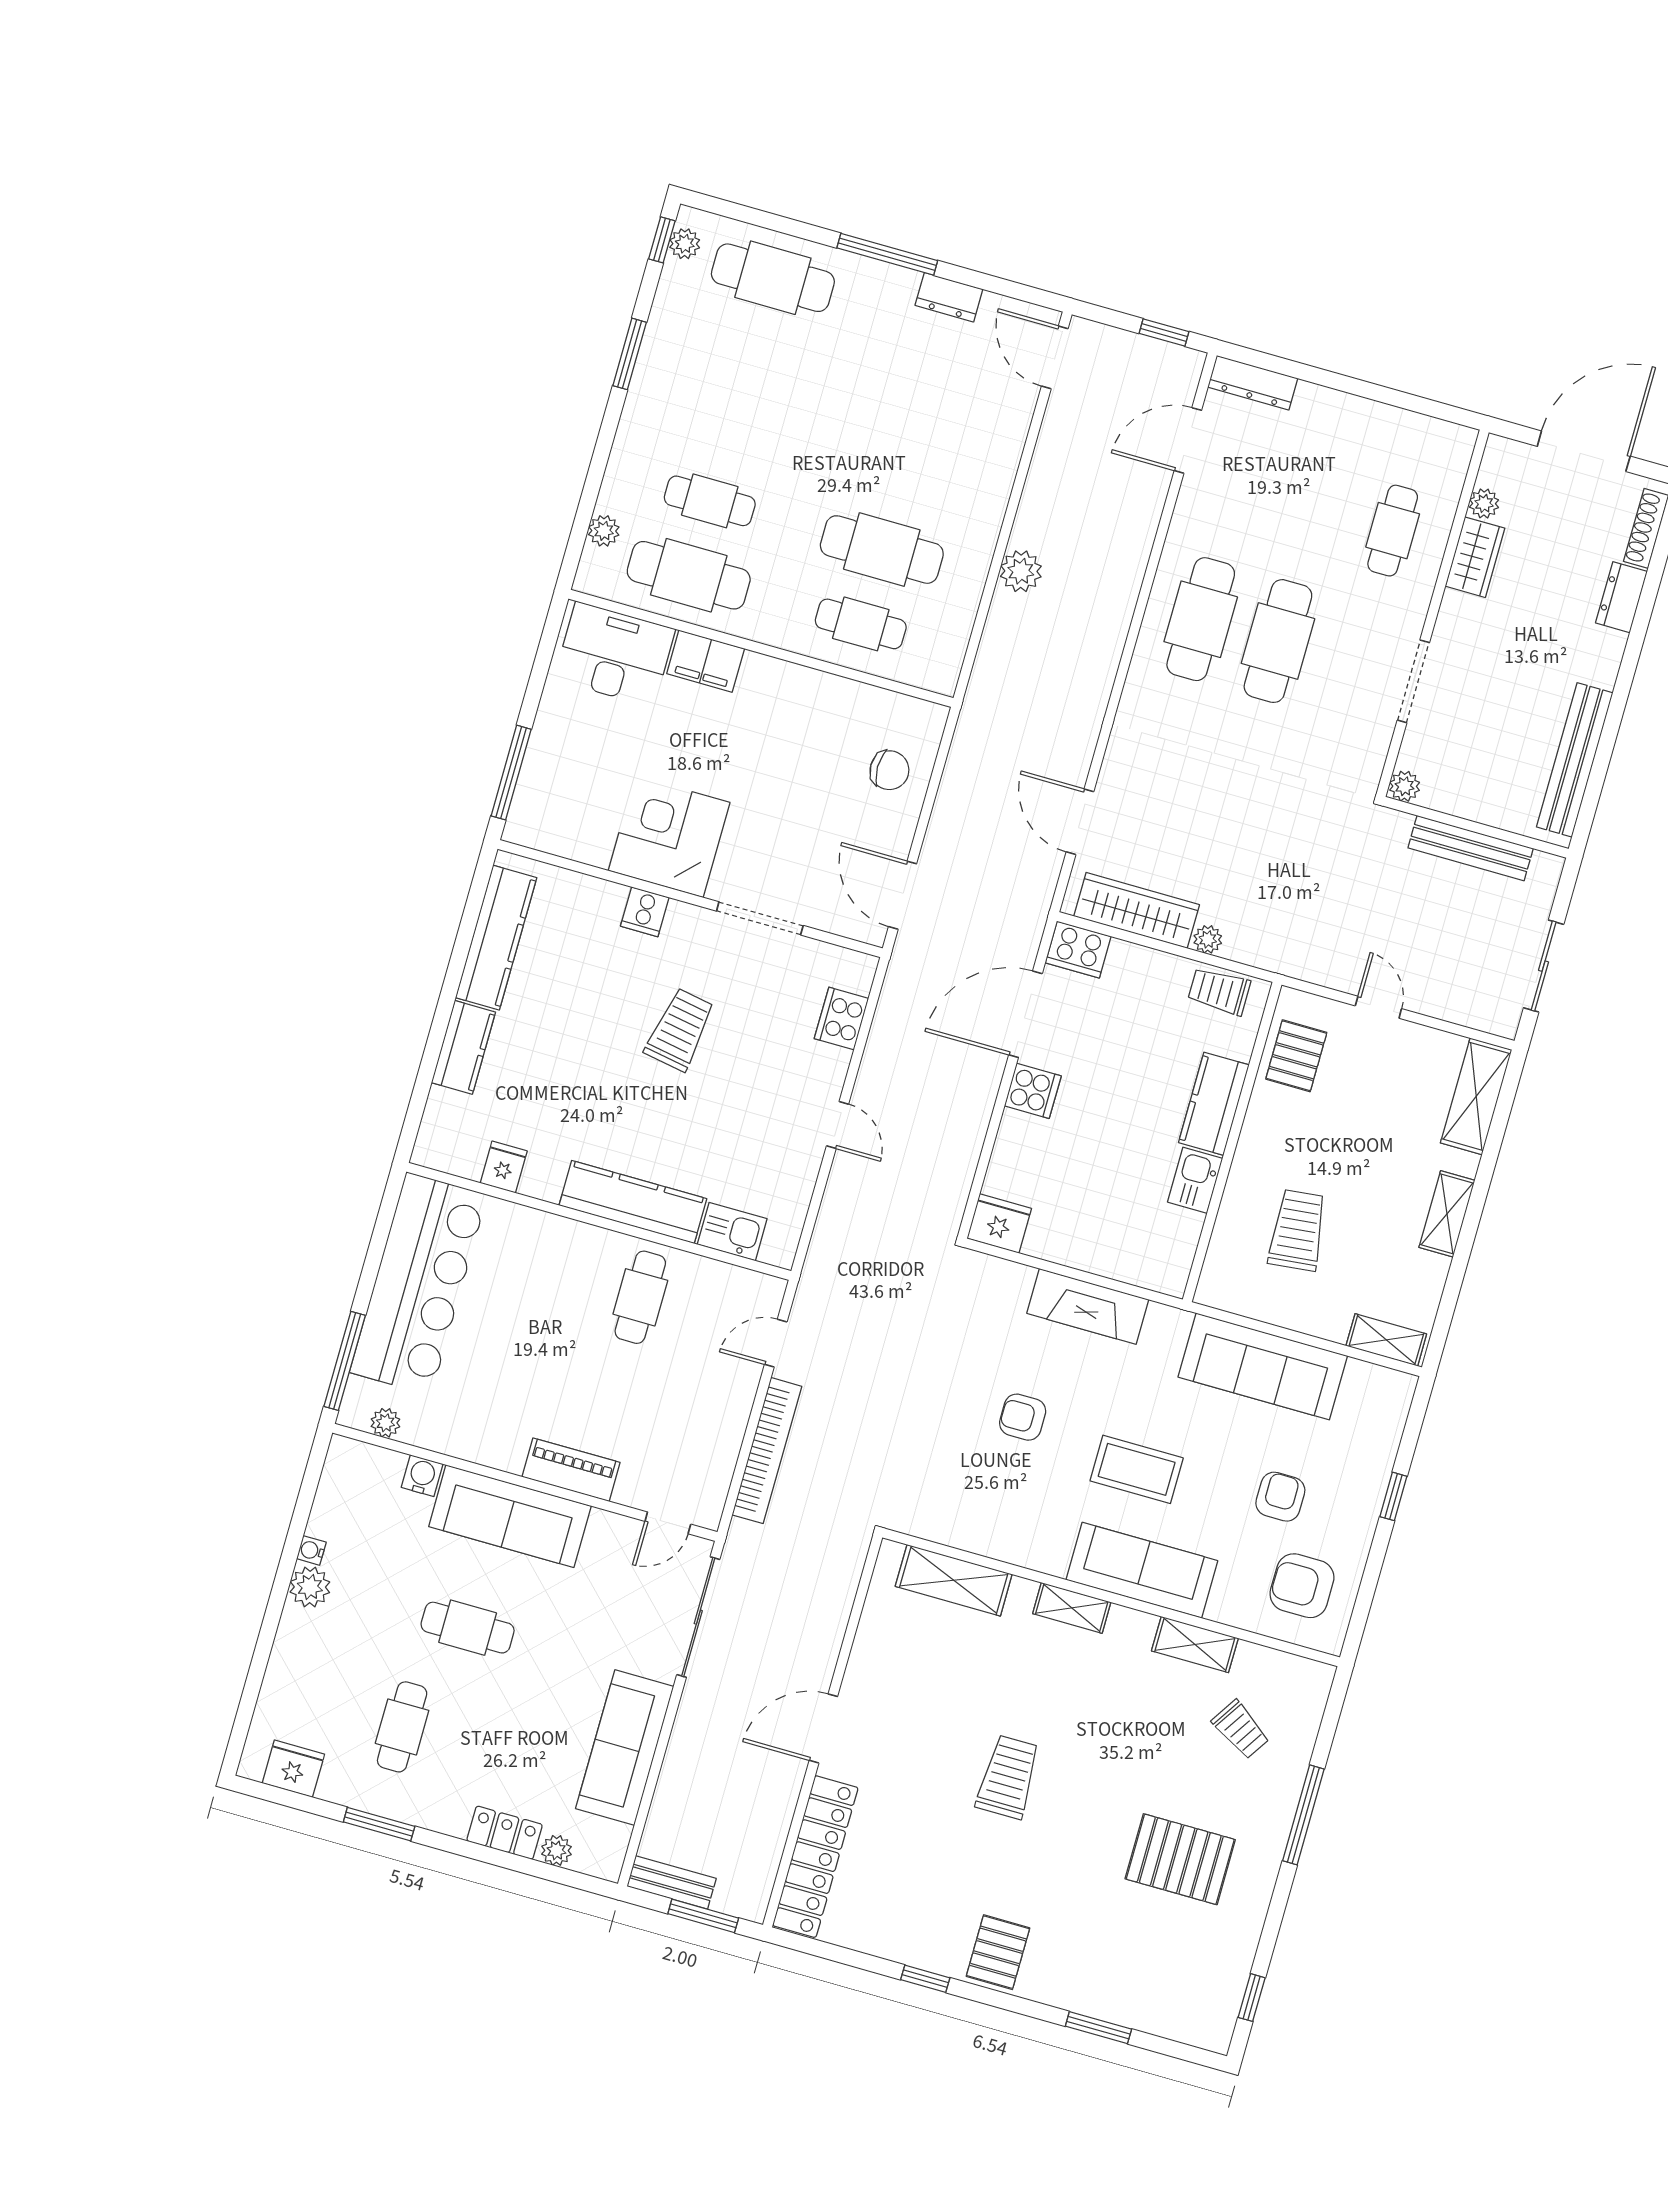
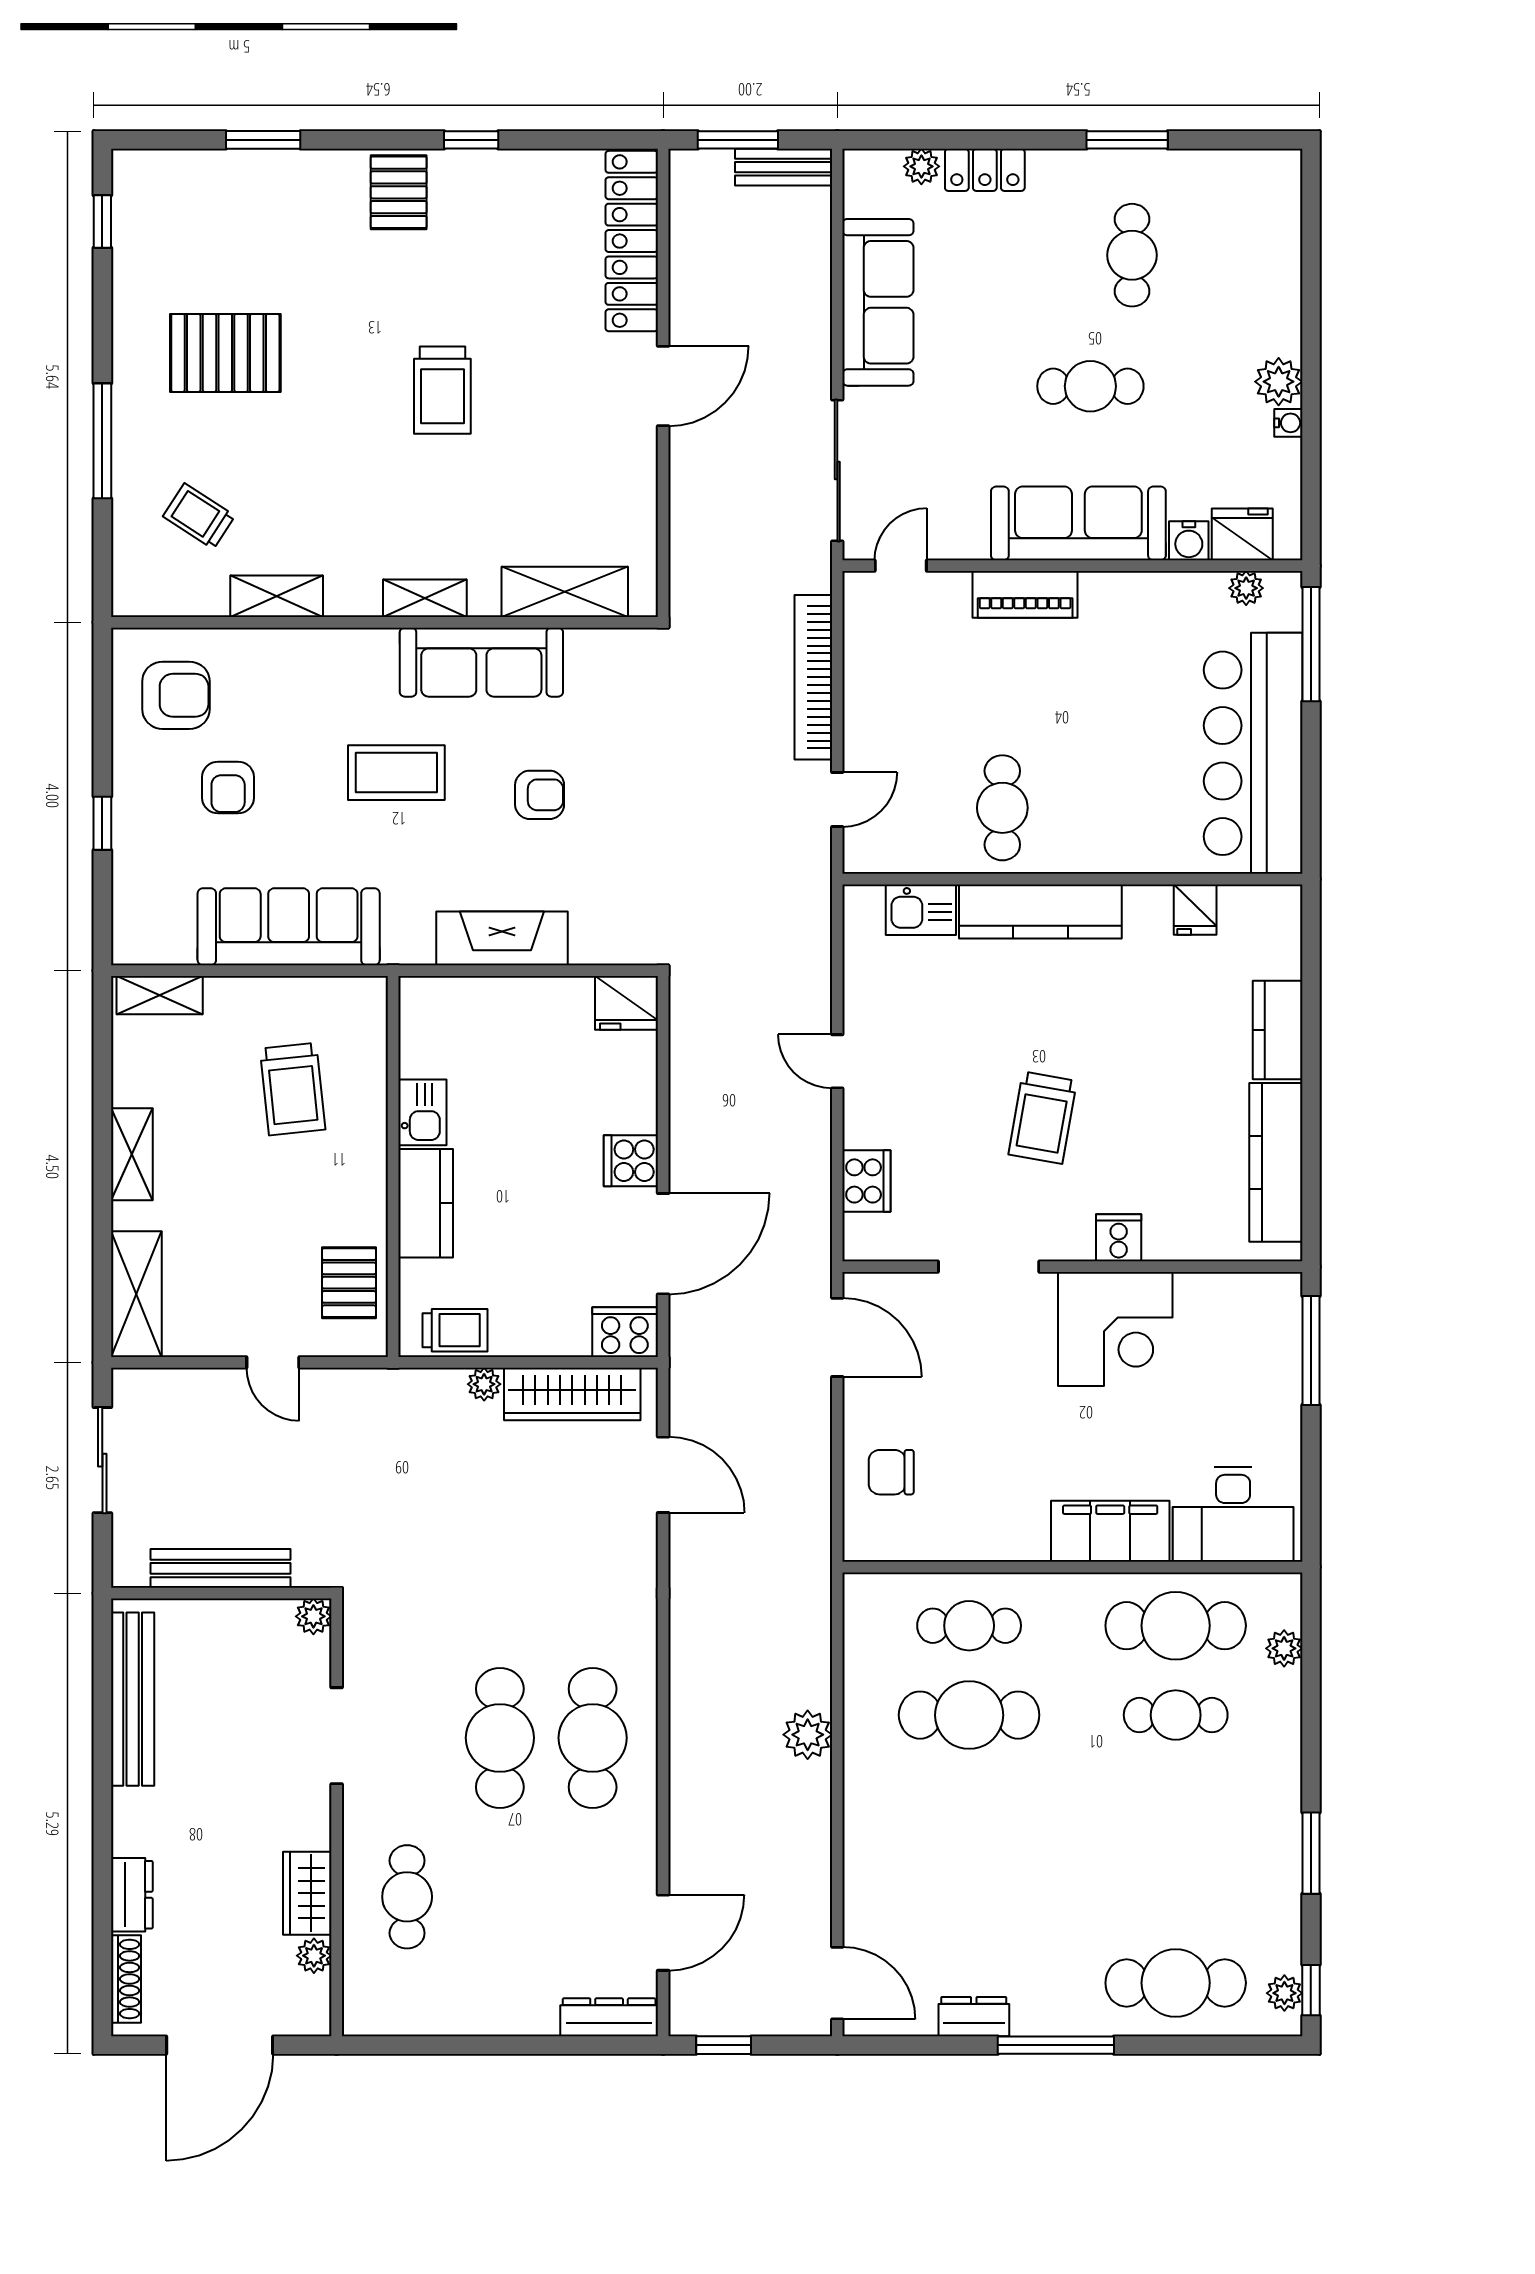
filing cabinet: (706, 661) -> (1110, 1531), width x1.50, depth x1.17
sofa: (1142, 1570) -> (481, 662), moved
fridge: (293, 1769) -> (1242, 534), moved, turned 180

